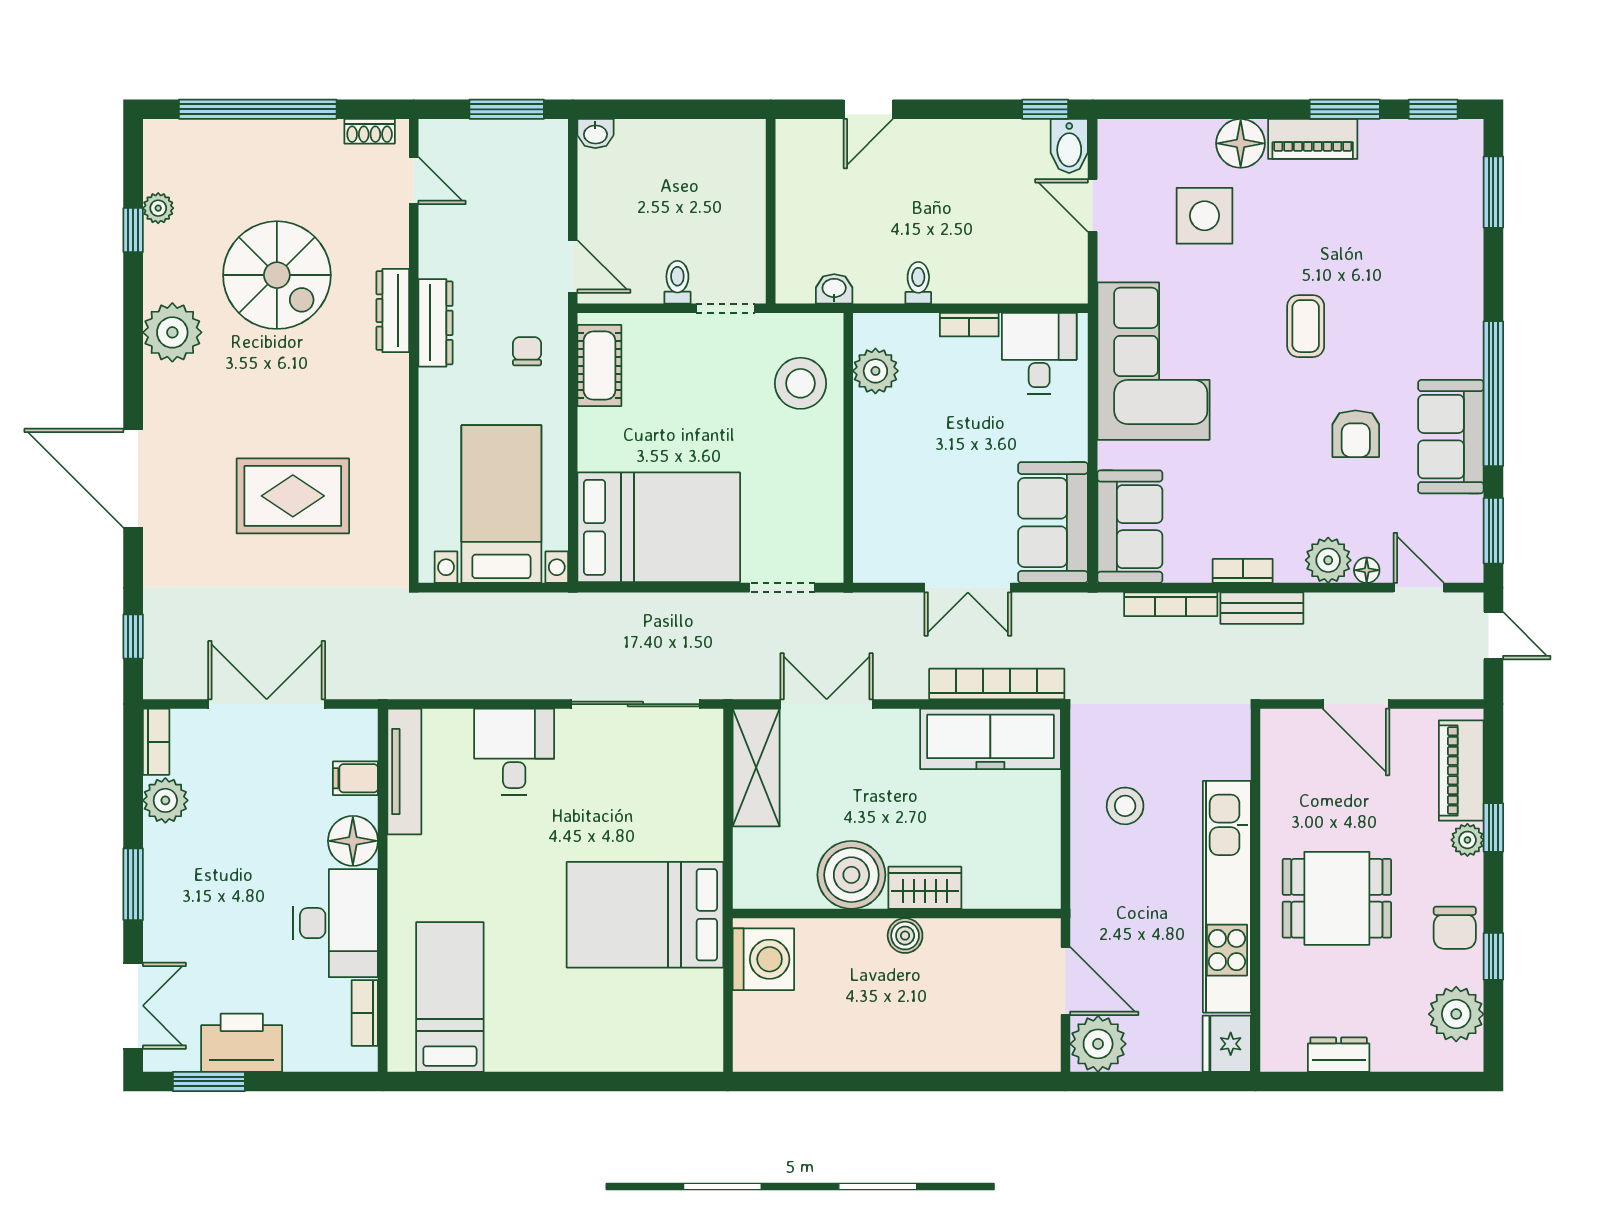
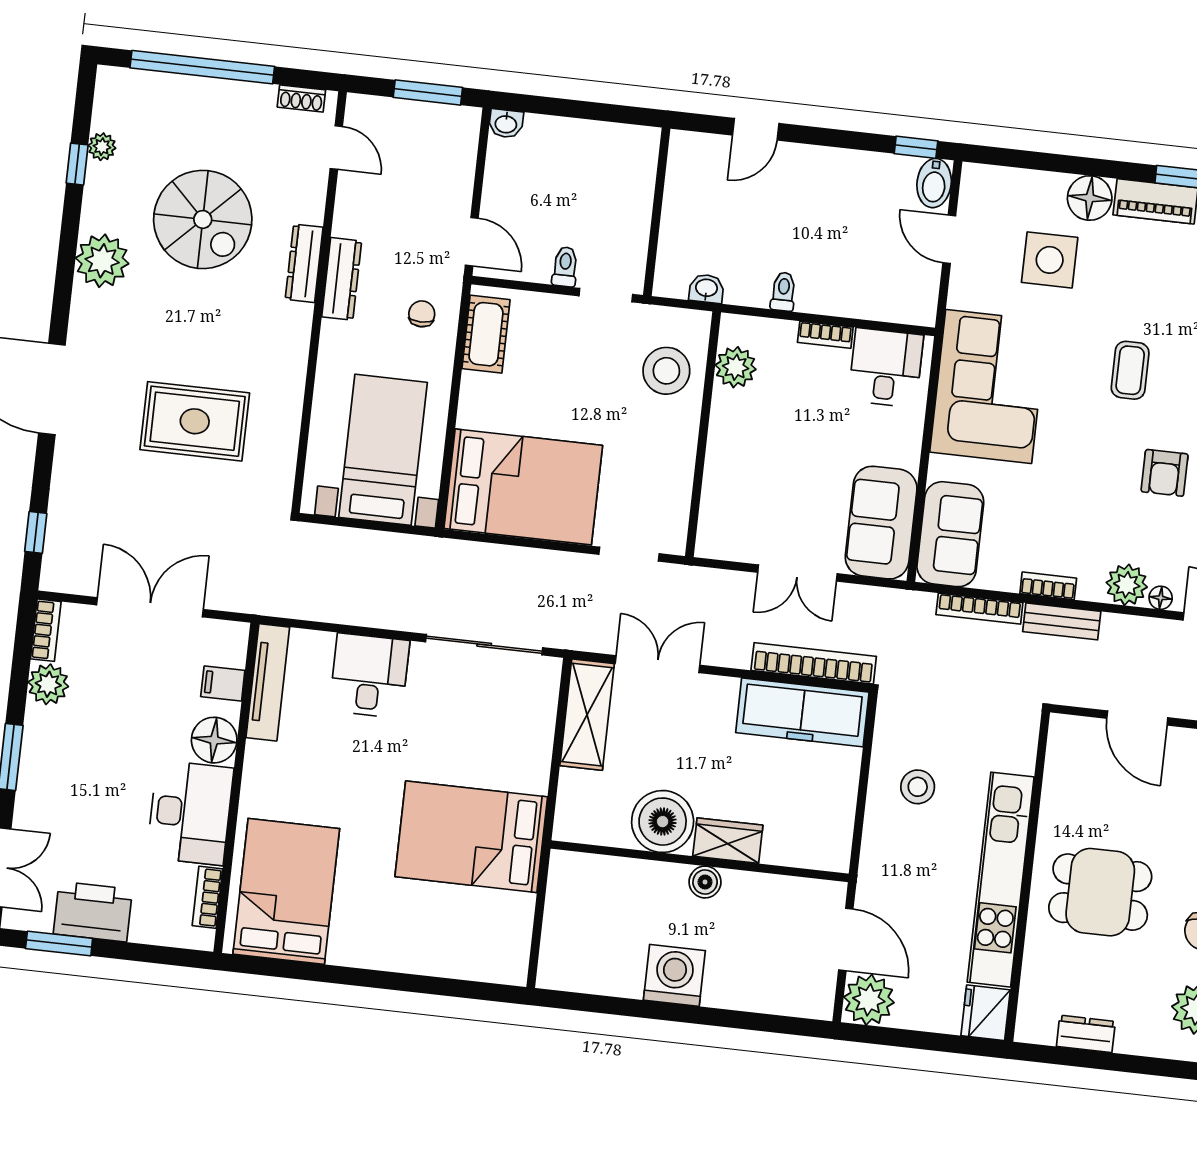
washing machine: (763, 959) -> (674, 975), moved, turned -90
bed: (450, 997) -> (286, 891), width x1.50

